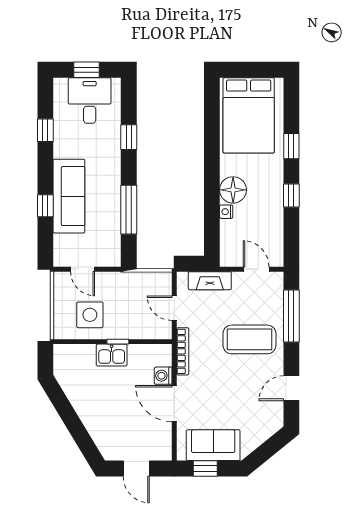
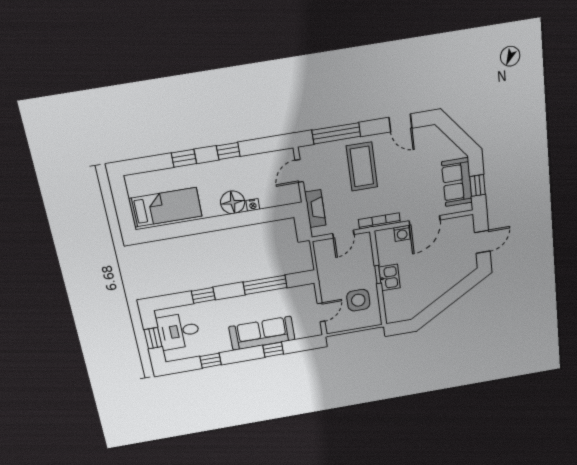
bed: (249, 115) -> (165, 207), width x0.67

